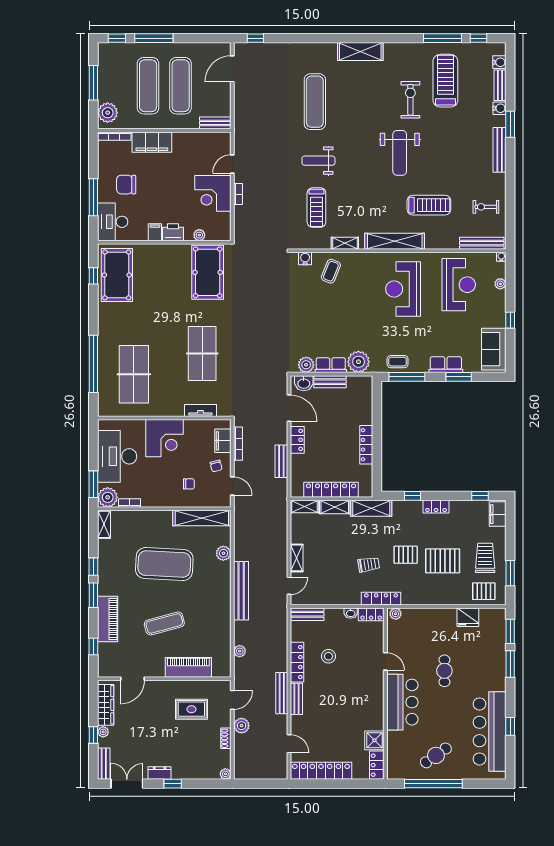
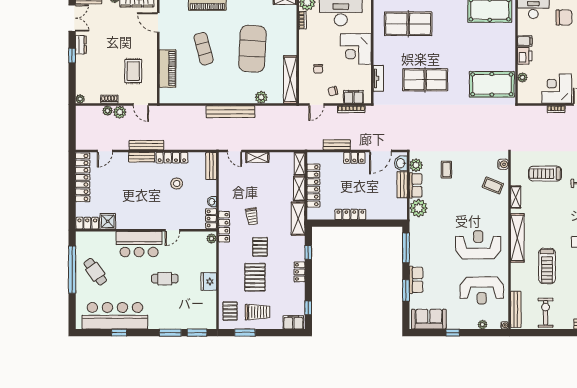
chair: (126, 185) -> (564, 17), turned 90
exercise bike: (486, 207) -> (546, 313), width x1.38, depth x1.39
coffee table: (398, 362) -> (446, 170), moved
fridge: (468, 617) -> (209, 281), moved
plant: (240, 651) -> (108, 111), moved

